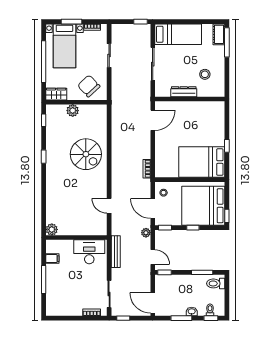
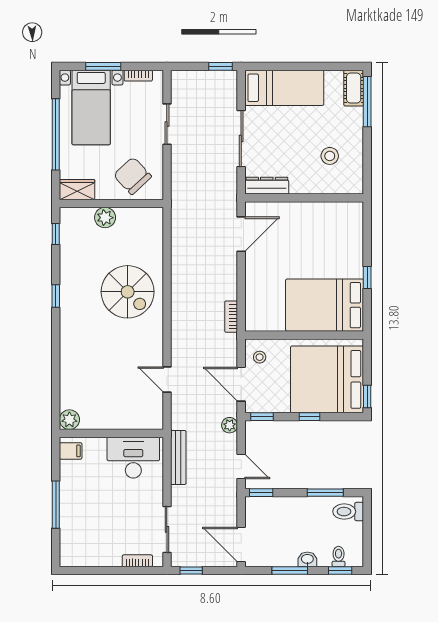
dresser: (184, 92) -> (267, 186), moved
filing cabinet: (52, 259) -> (71, 451), moved

